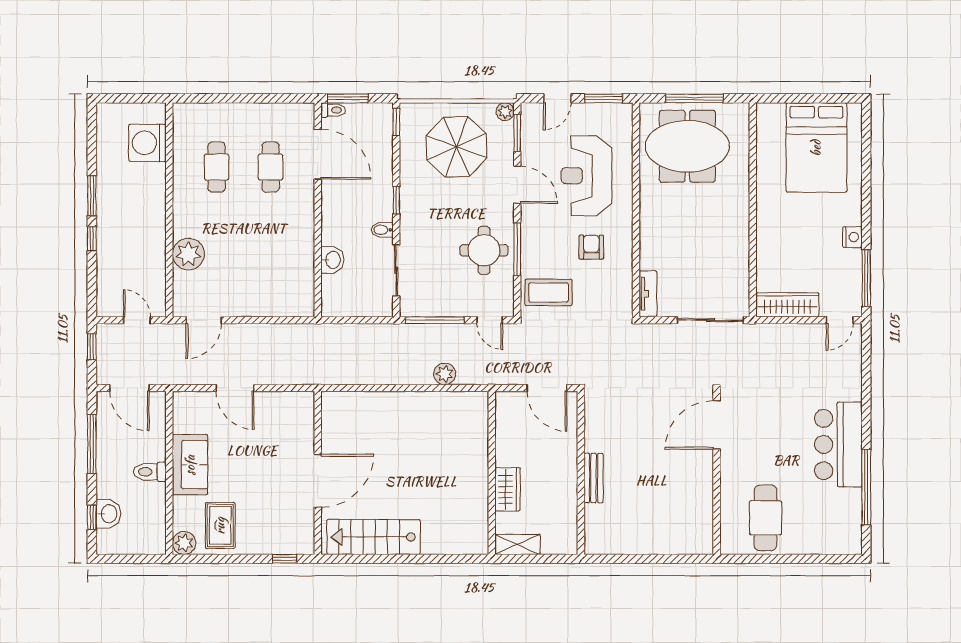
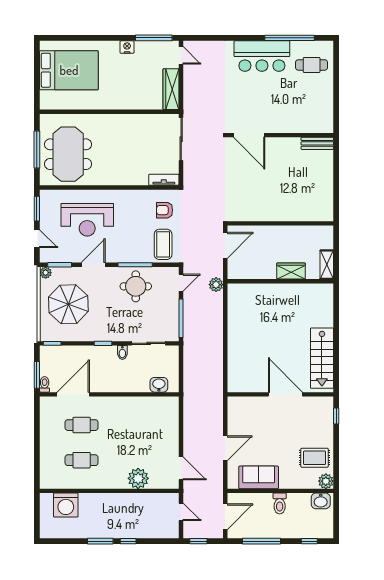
armchair: (591, 247) -> (165, 210), moved
washbasin: (332, 260) -> (159, 385), moved
door: (137, 320) -> (181, 512), swing flipped
plant: (445, 374) -> (216, 285), moved
sofa: (190, 465) -> (259, 477), moved
bench: (594, 478) -> (317, 143), moved
washbasin: (108, 514) -> (321, 501), moved, turned 180
cafe table: (766, 518) -> (312, 65), moved, width x0.73, depth x0.74

